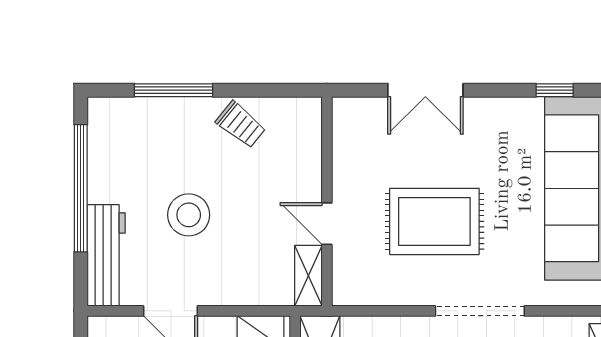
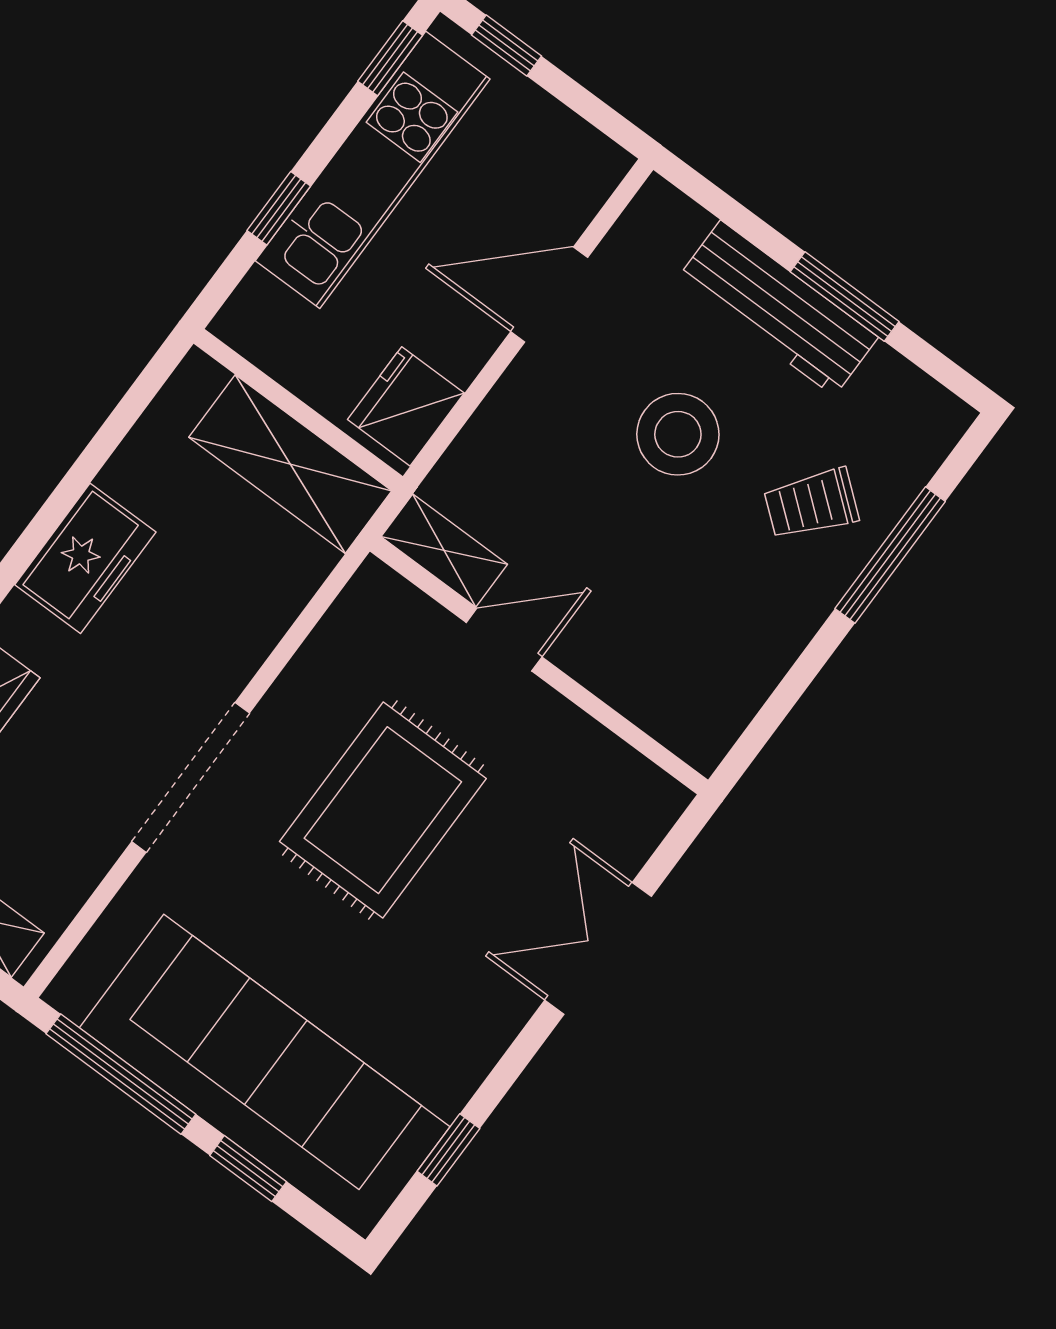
trolley: (241, 125) -> (811, 504), moved
window: (81, 188) -> (845, 297), width x0.47
workbench: (106, 255) -> (777, 308), moved

